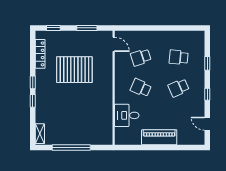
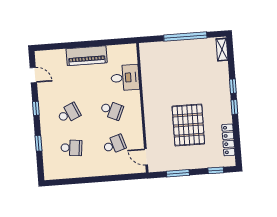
pallet: (74, 70) -> (188, 125), turned 90

